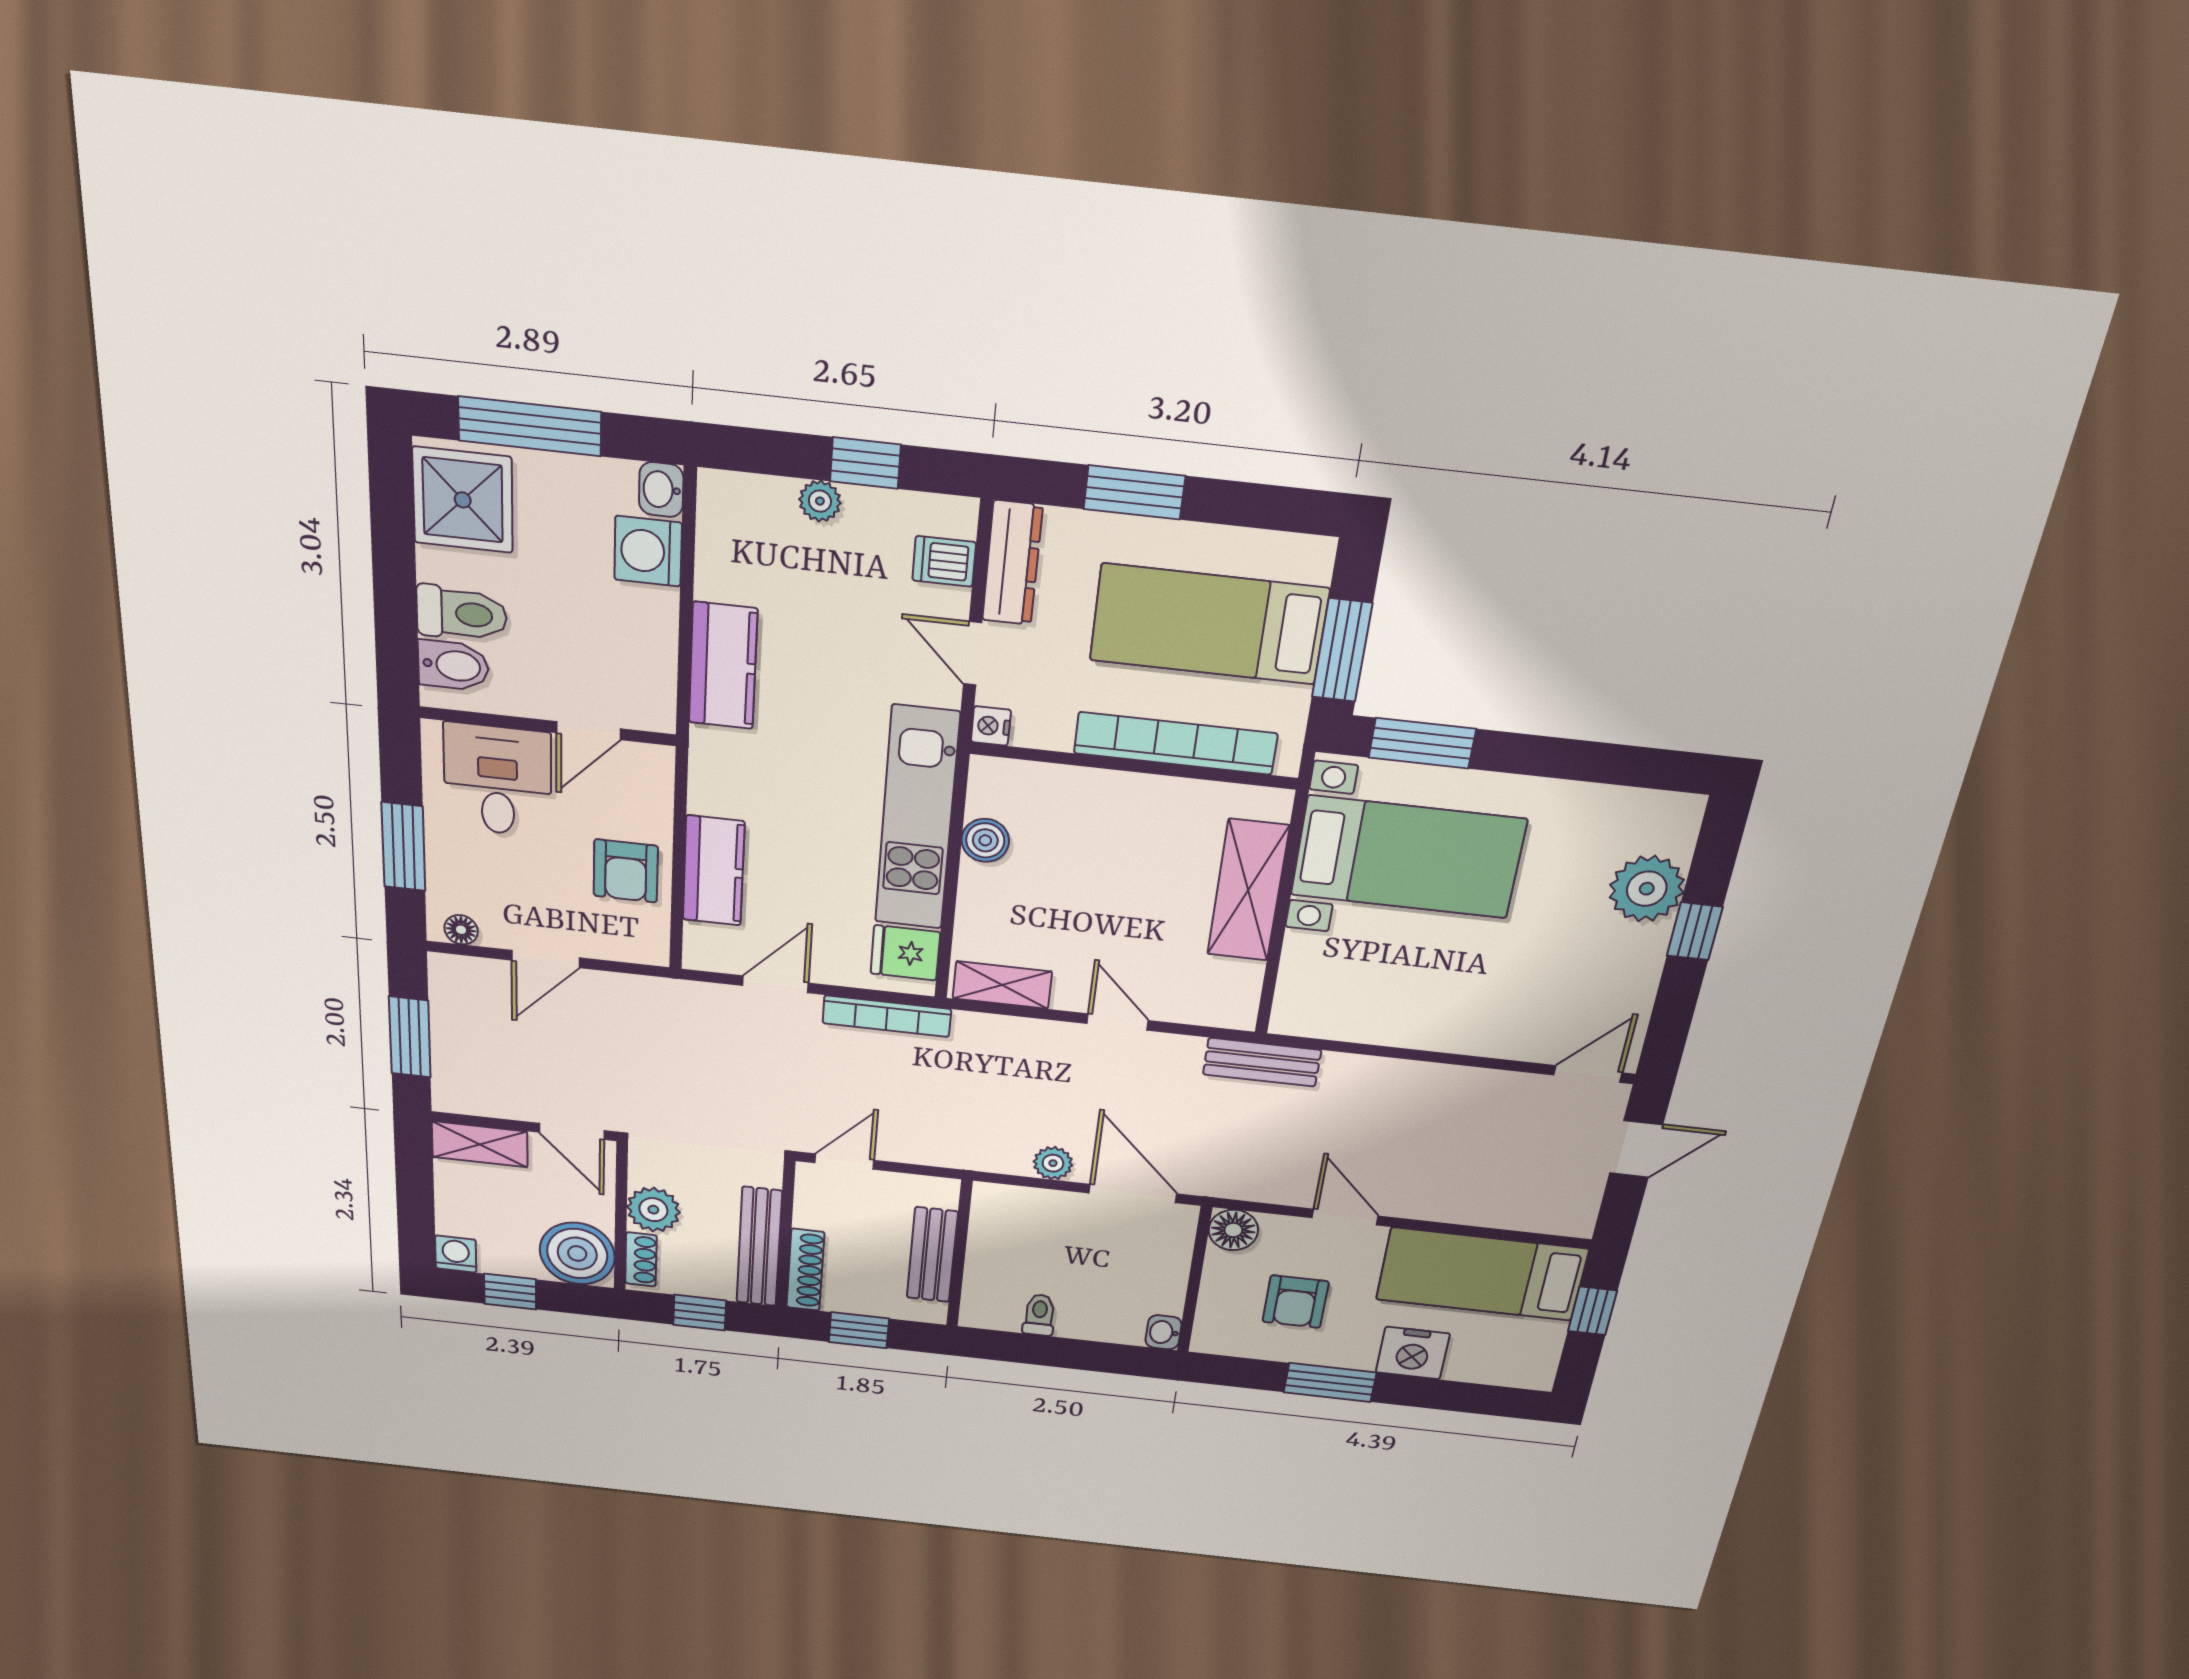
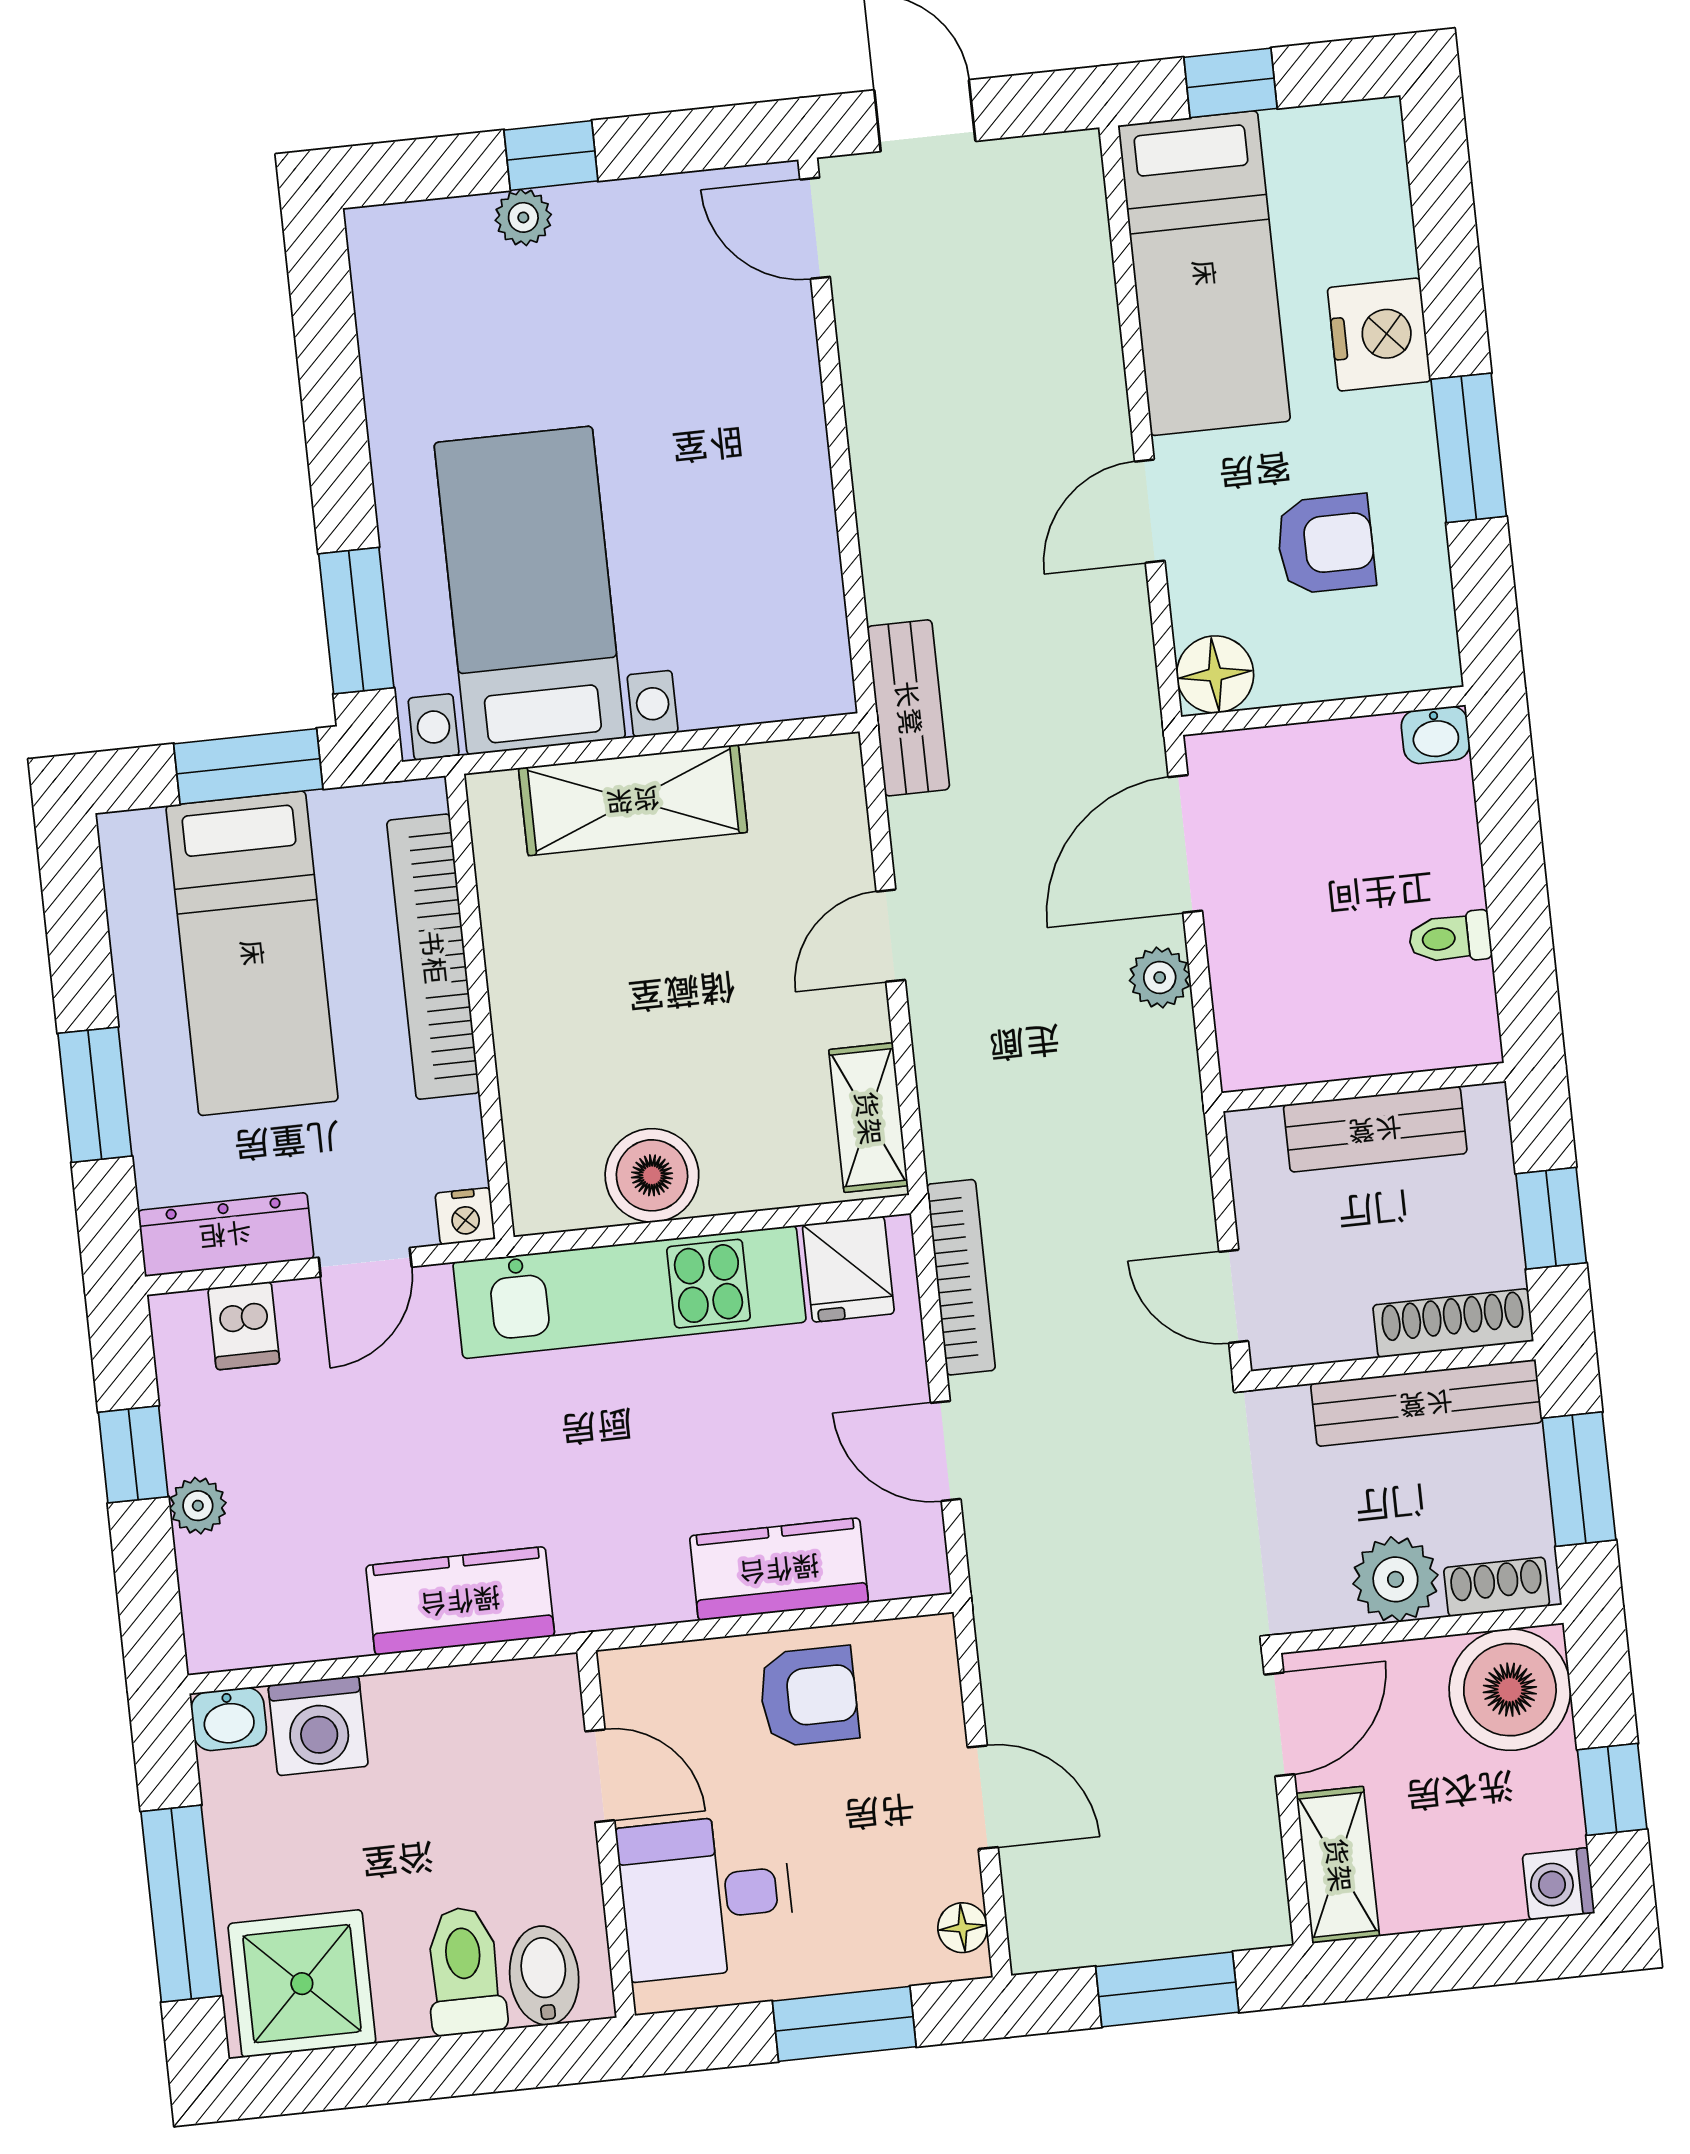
boiler: (985, 840) -> (652, 1175), width x1.36, depth x1.36
plant: (1647, 889) -> (523, 217), width x0.53, depth x0.53
window: (700, 1313) -> (1579, 1479), width x1.50

